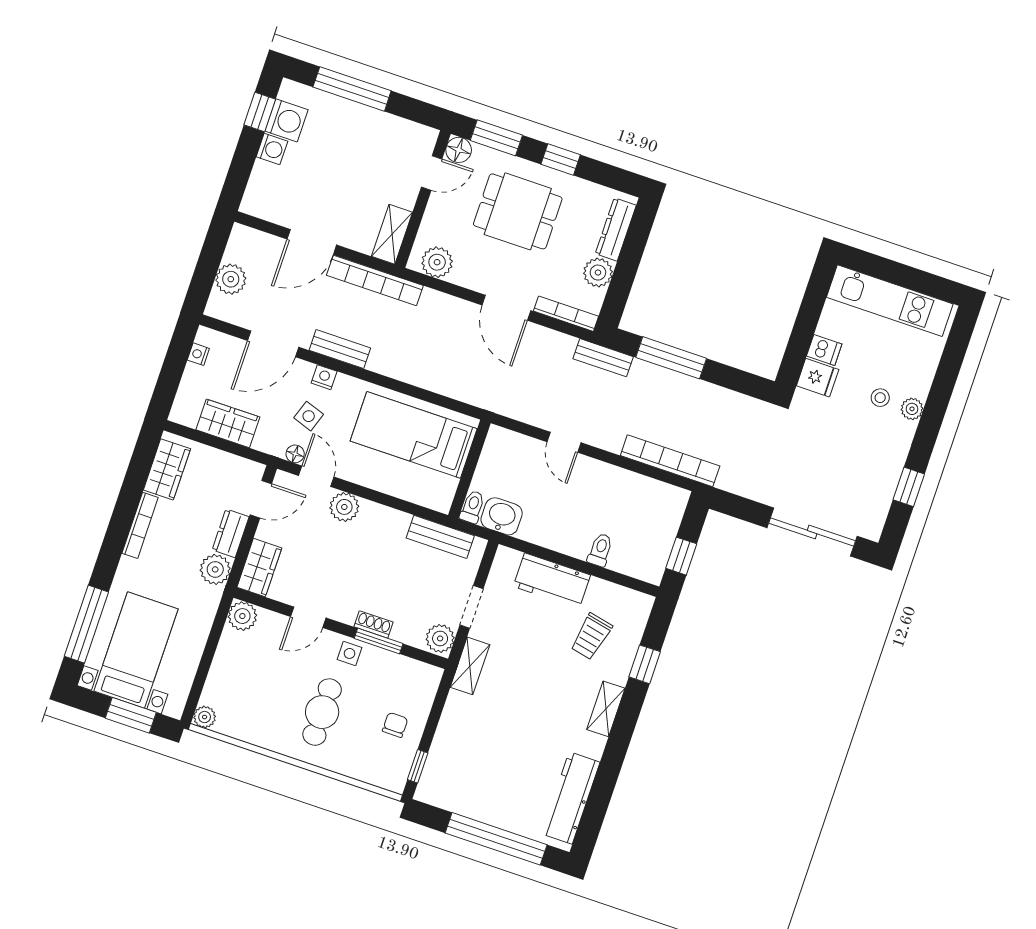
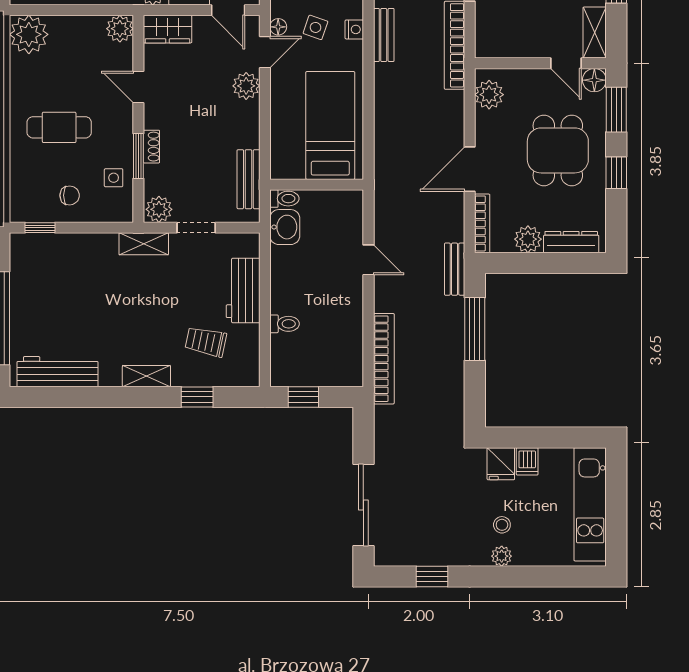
shelving: (392, 234) -> (595, 33), moved, turned 90
door: (564, 442) -> (368, 260), swing flipped
side table: (350, 653) -> (114, 178), moved
plant: (205, 717) -> (29, 34), width x1.88, depth x1.88

